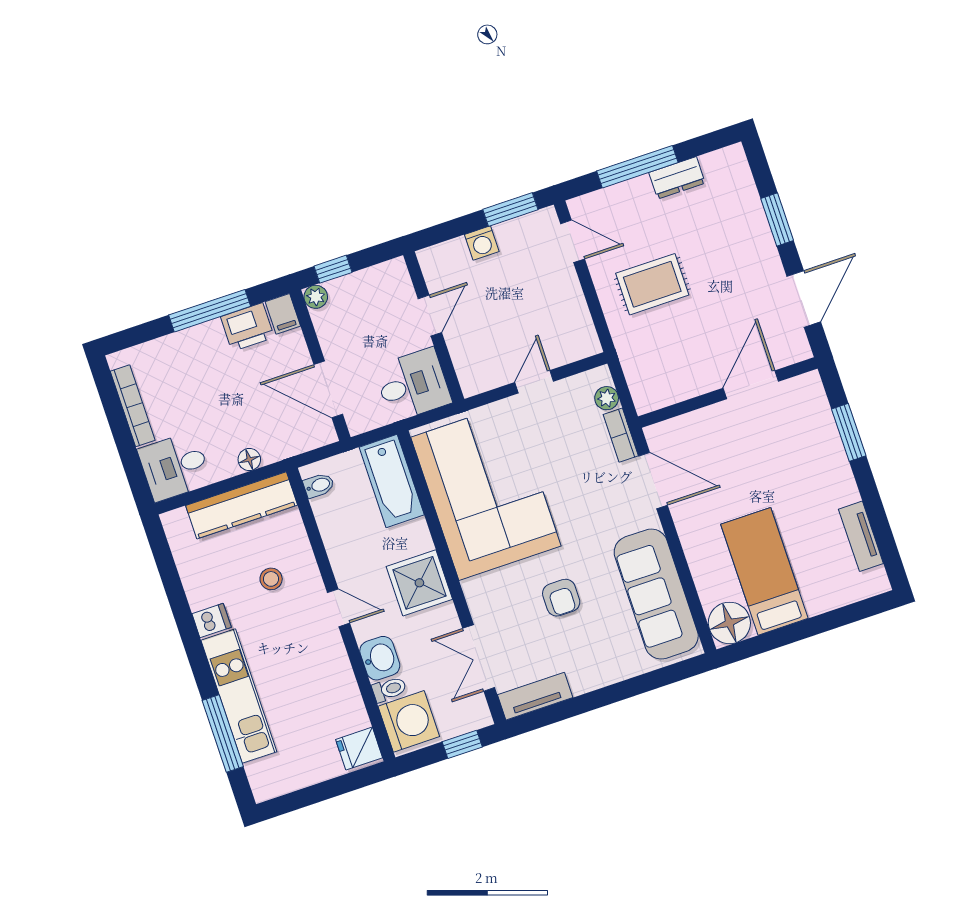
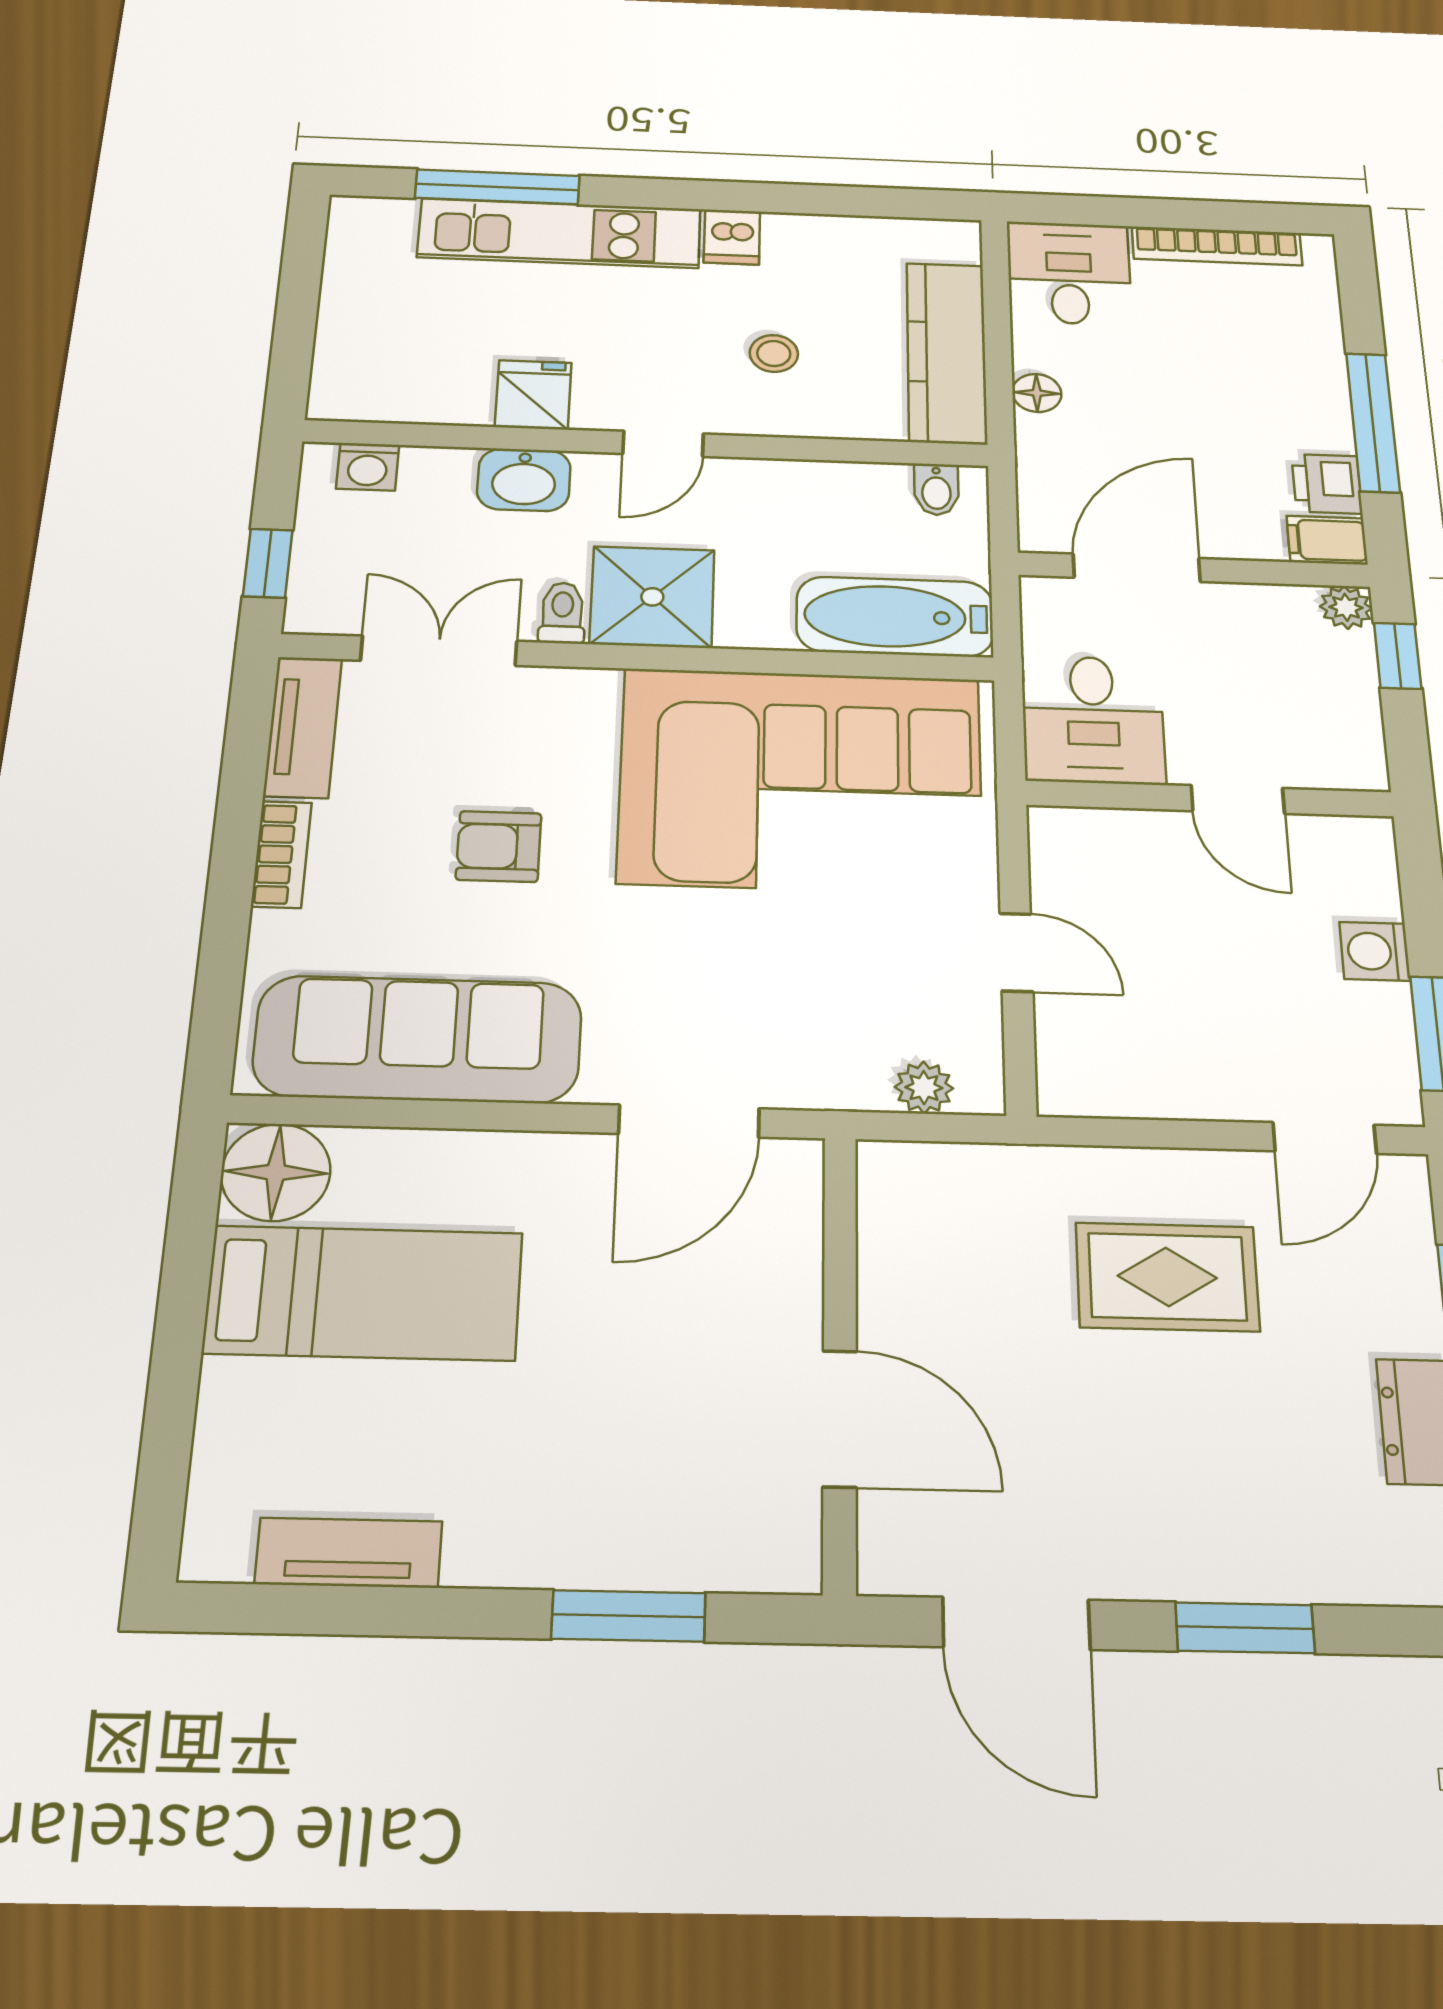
rug: (652, 284) -> (1167, 1277), turned 90
printer: (247, 327) -> (1327, 484), width x0.73, depth x0.81
bookcase: (621, 435) -> (281, 854), moved, turned 90
toilet: (389, 689) -> (562, 613), moved, turned 180
washing machine: (409, 721) -> (368, 467), width x0.53, depth x0.53
fridge: (359, 749) -> (533, 395), moved

